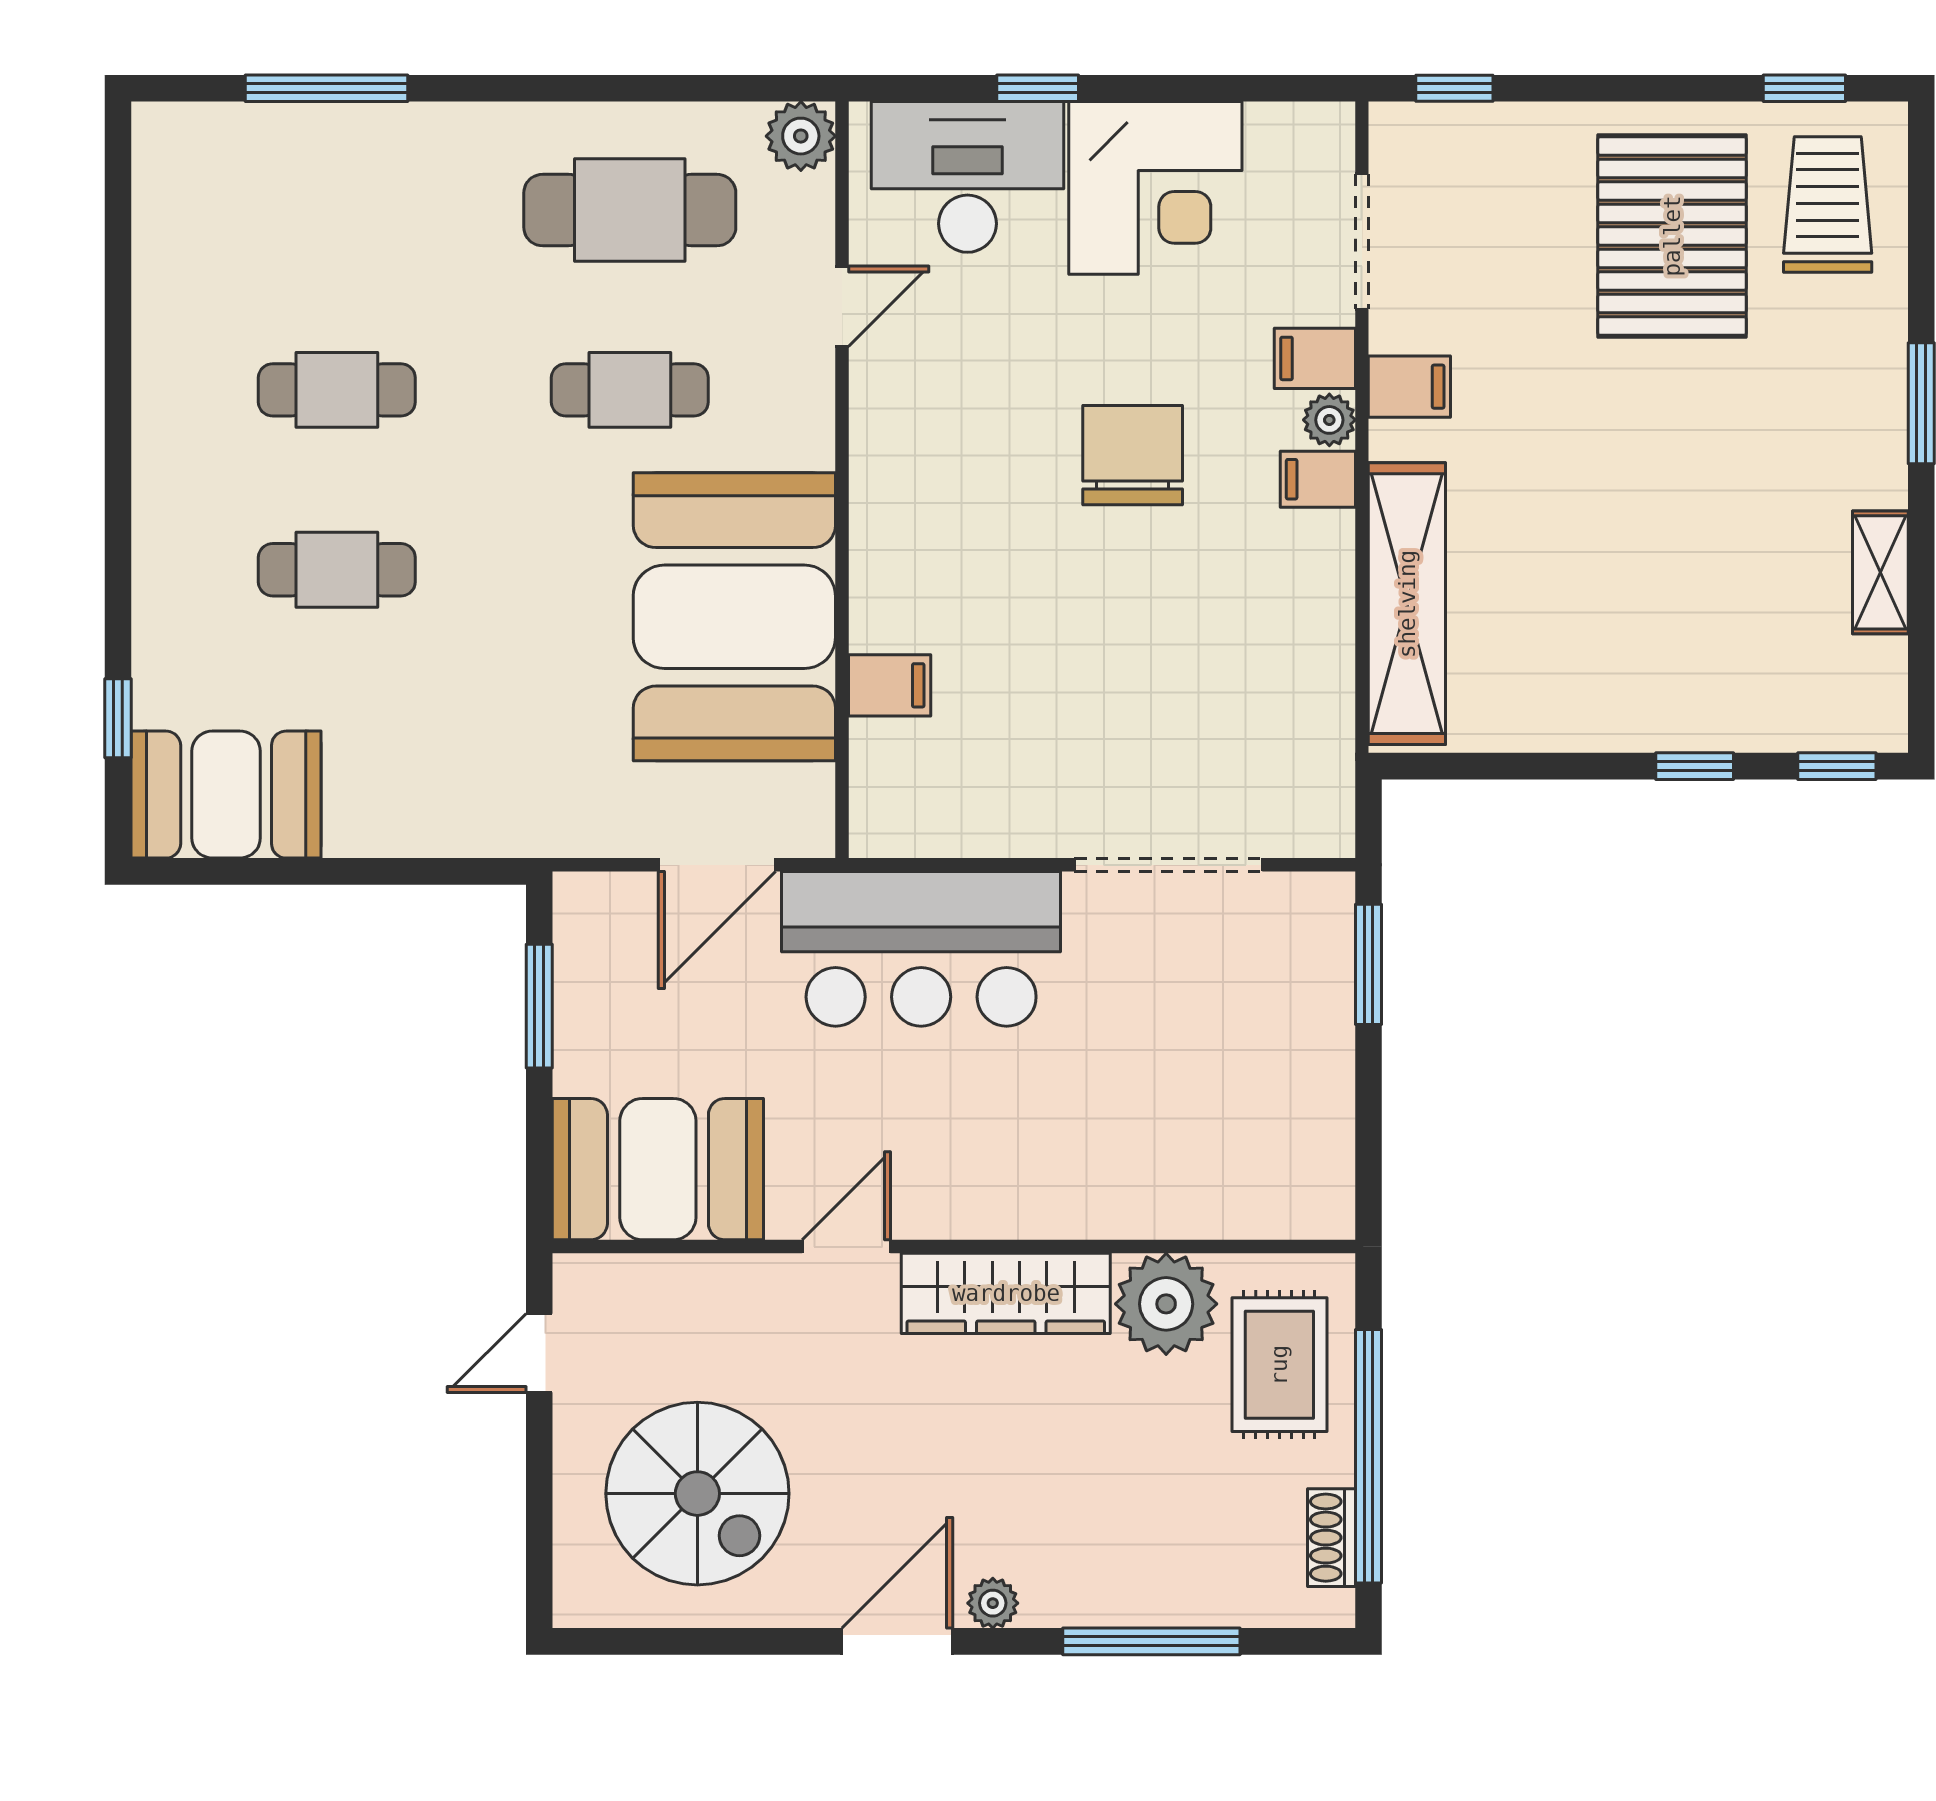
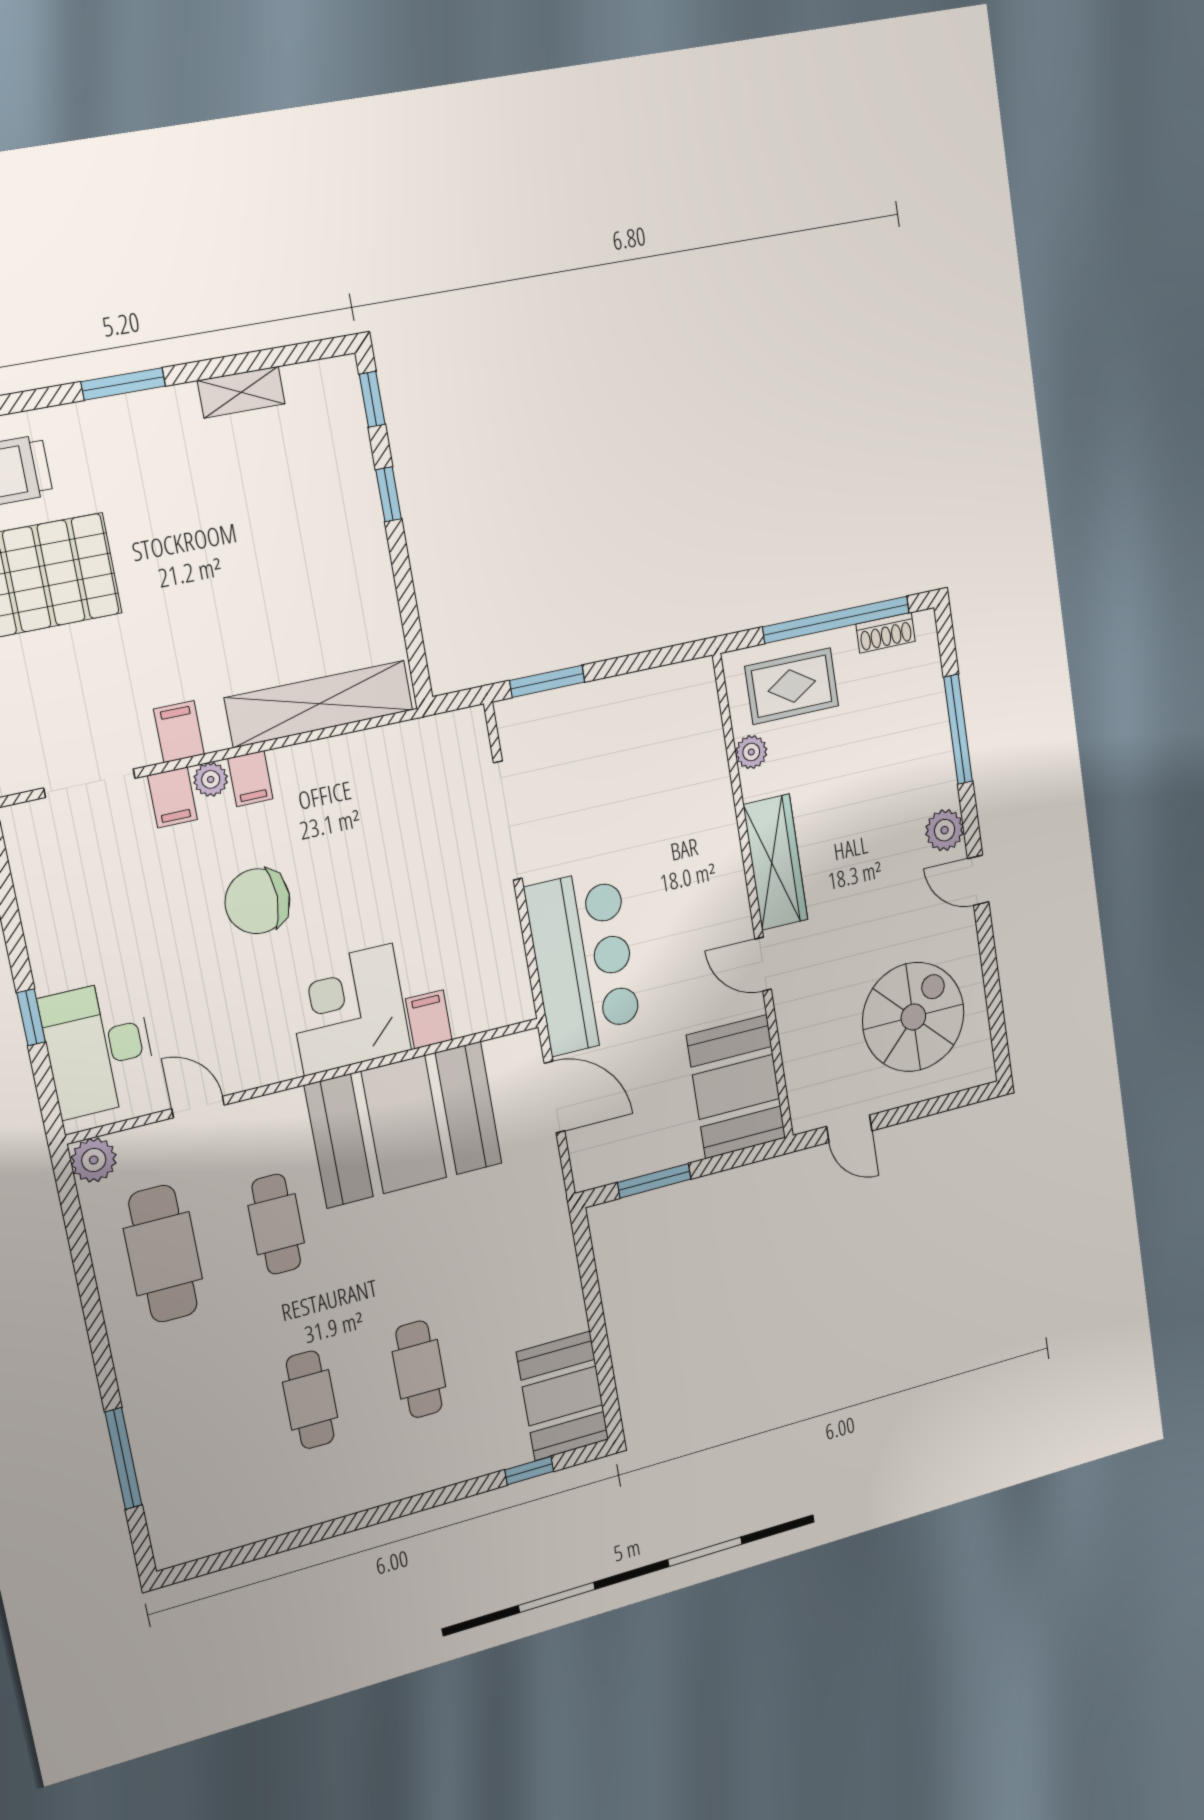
corner desk: (1155, 188) -> (348, 1009), moved, turned -90
plant: (1166, 1304) -> (751, 752), width x0.53, depth x0.53
plant: (993, 1603) -> (945, 830), width x1.38, depth x1.38
door: (897, 1641) -> (978, 880), width x0.73

